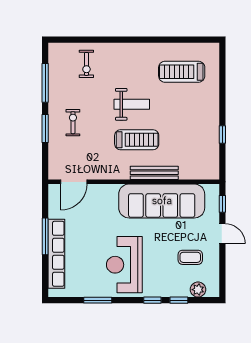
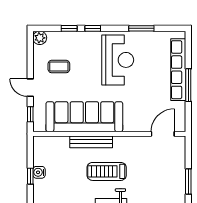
exercise bike: (73, 123) -> (164, 187), removed
water cooler: (213, 139) -> (39, 172), added
plant: (198, 290) -> (40, 38), moved

